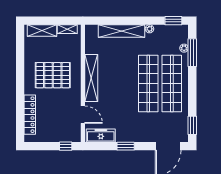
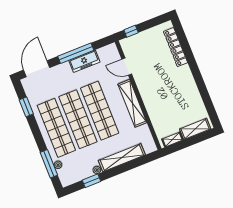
window: (173, 21) -> (92, 181), moved
pallet: (53, 75) -> (169, 92), removed
shop shelf: (125, 83) -> (100, 111), added
window: (192, 125) -> (26, 107), moved
freezer: (101, 135) -> (84, 61), moved
window: (126, 146) -> (76, 53), width x2.11

